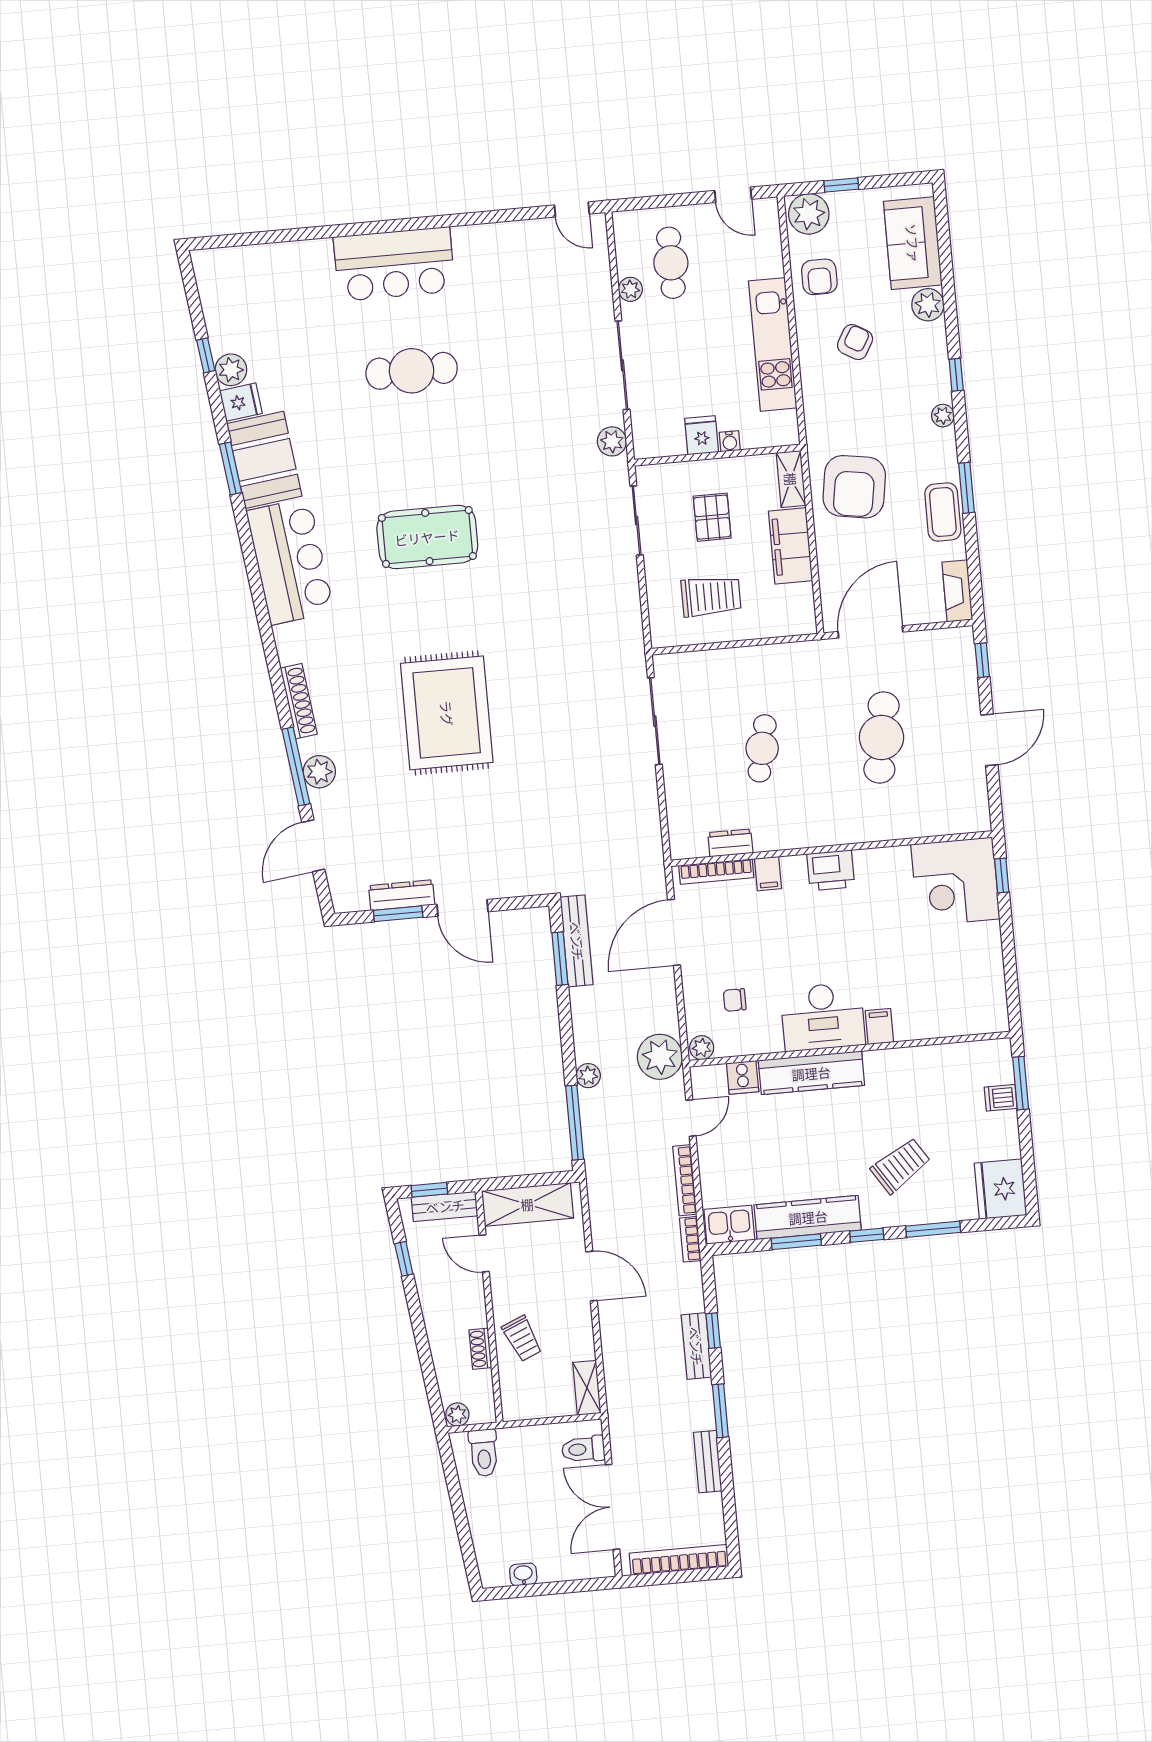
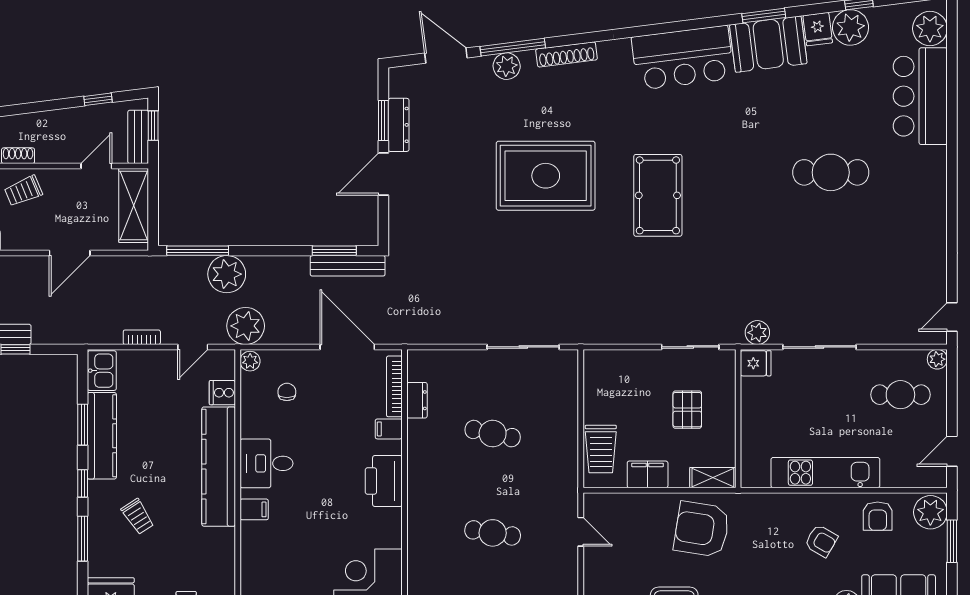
window: (841, 185) -> (952, 541), width x1.50
bar counter: (394, 264) -> (920, 96), moved
plant: (228, 267) -> (930, 29), added
armchair: (819, 277) -> (878, 516), turned -90
plant: (630, 289) -> (937, 359), moved
plant: (231, 370) -> (851, 27), width x1.36, depth x1.36
cafe table: (412, 371) -> (831, 172), turned 90
fridge: (702, 435) -> (756, 363), moved
water cooler: (730, 441) -> (749, 430), removed
pallet: (712, 517) -> (687, 410), turned 90
pool table: (427, 537) -> (658, 195), moved
filing cabinet: (790, 546) -> (648, 474), width x0.67, depth x0.86
trolley: (711, 596) -> (601, 449), moved
door: (870, 632) -> (581, 532), width x0.53
cafe table: (882, 737) -> (493, 533), width x0.73, depth x0.74
printer: (831, 870) -> (384, 481), width x1.37, depth x1.19
desk: (823, 1017) -> (266, 463), width x0.73
kitchen counter: (811, 1073) -> (219, 467), width x1.39, depth x1.17
plant: (588, 1076) -> (227, 274), width x1.88, depth x1.88
door: (691, 1118) -> (193, 347), hinge flipped
trolley: (901, 1166) -> (138, 517), width x0.73, depth x0.72
bookcase: (685, 1180) -> (142, 337), width x0.64
bookcase: (690, 1239) -> (93, 337), removed

